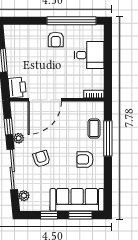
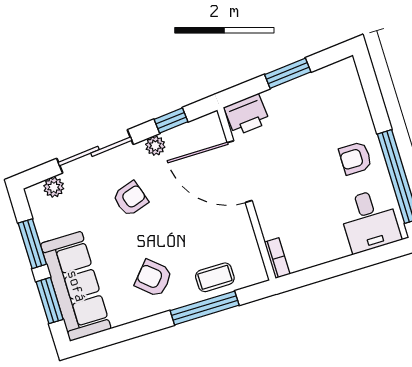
desk: (89, 55) -> (369, 221), moved
armchair: (85, 159) -> (154, 278), turned -49
window: (49, 215) -> (32, 244), width x1.50

